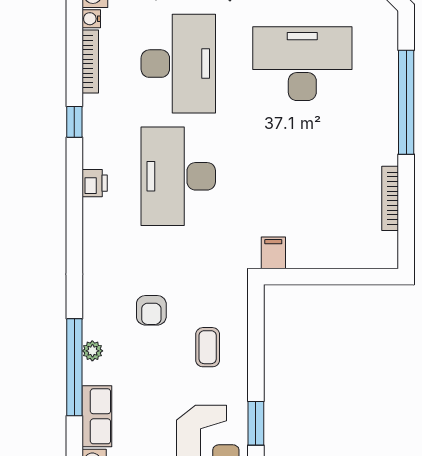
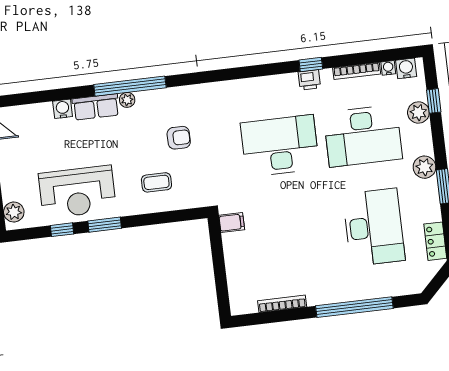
printer: (95, 183) -> (309, 80), moved
armchair: (151, 310) -> (179, 138), turned 180
plant: (92, 351) -> (127, 100), moved

